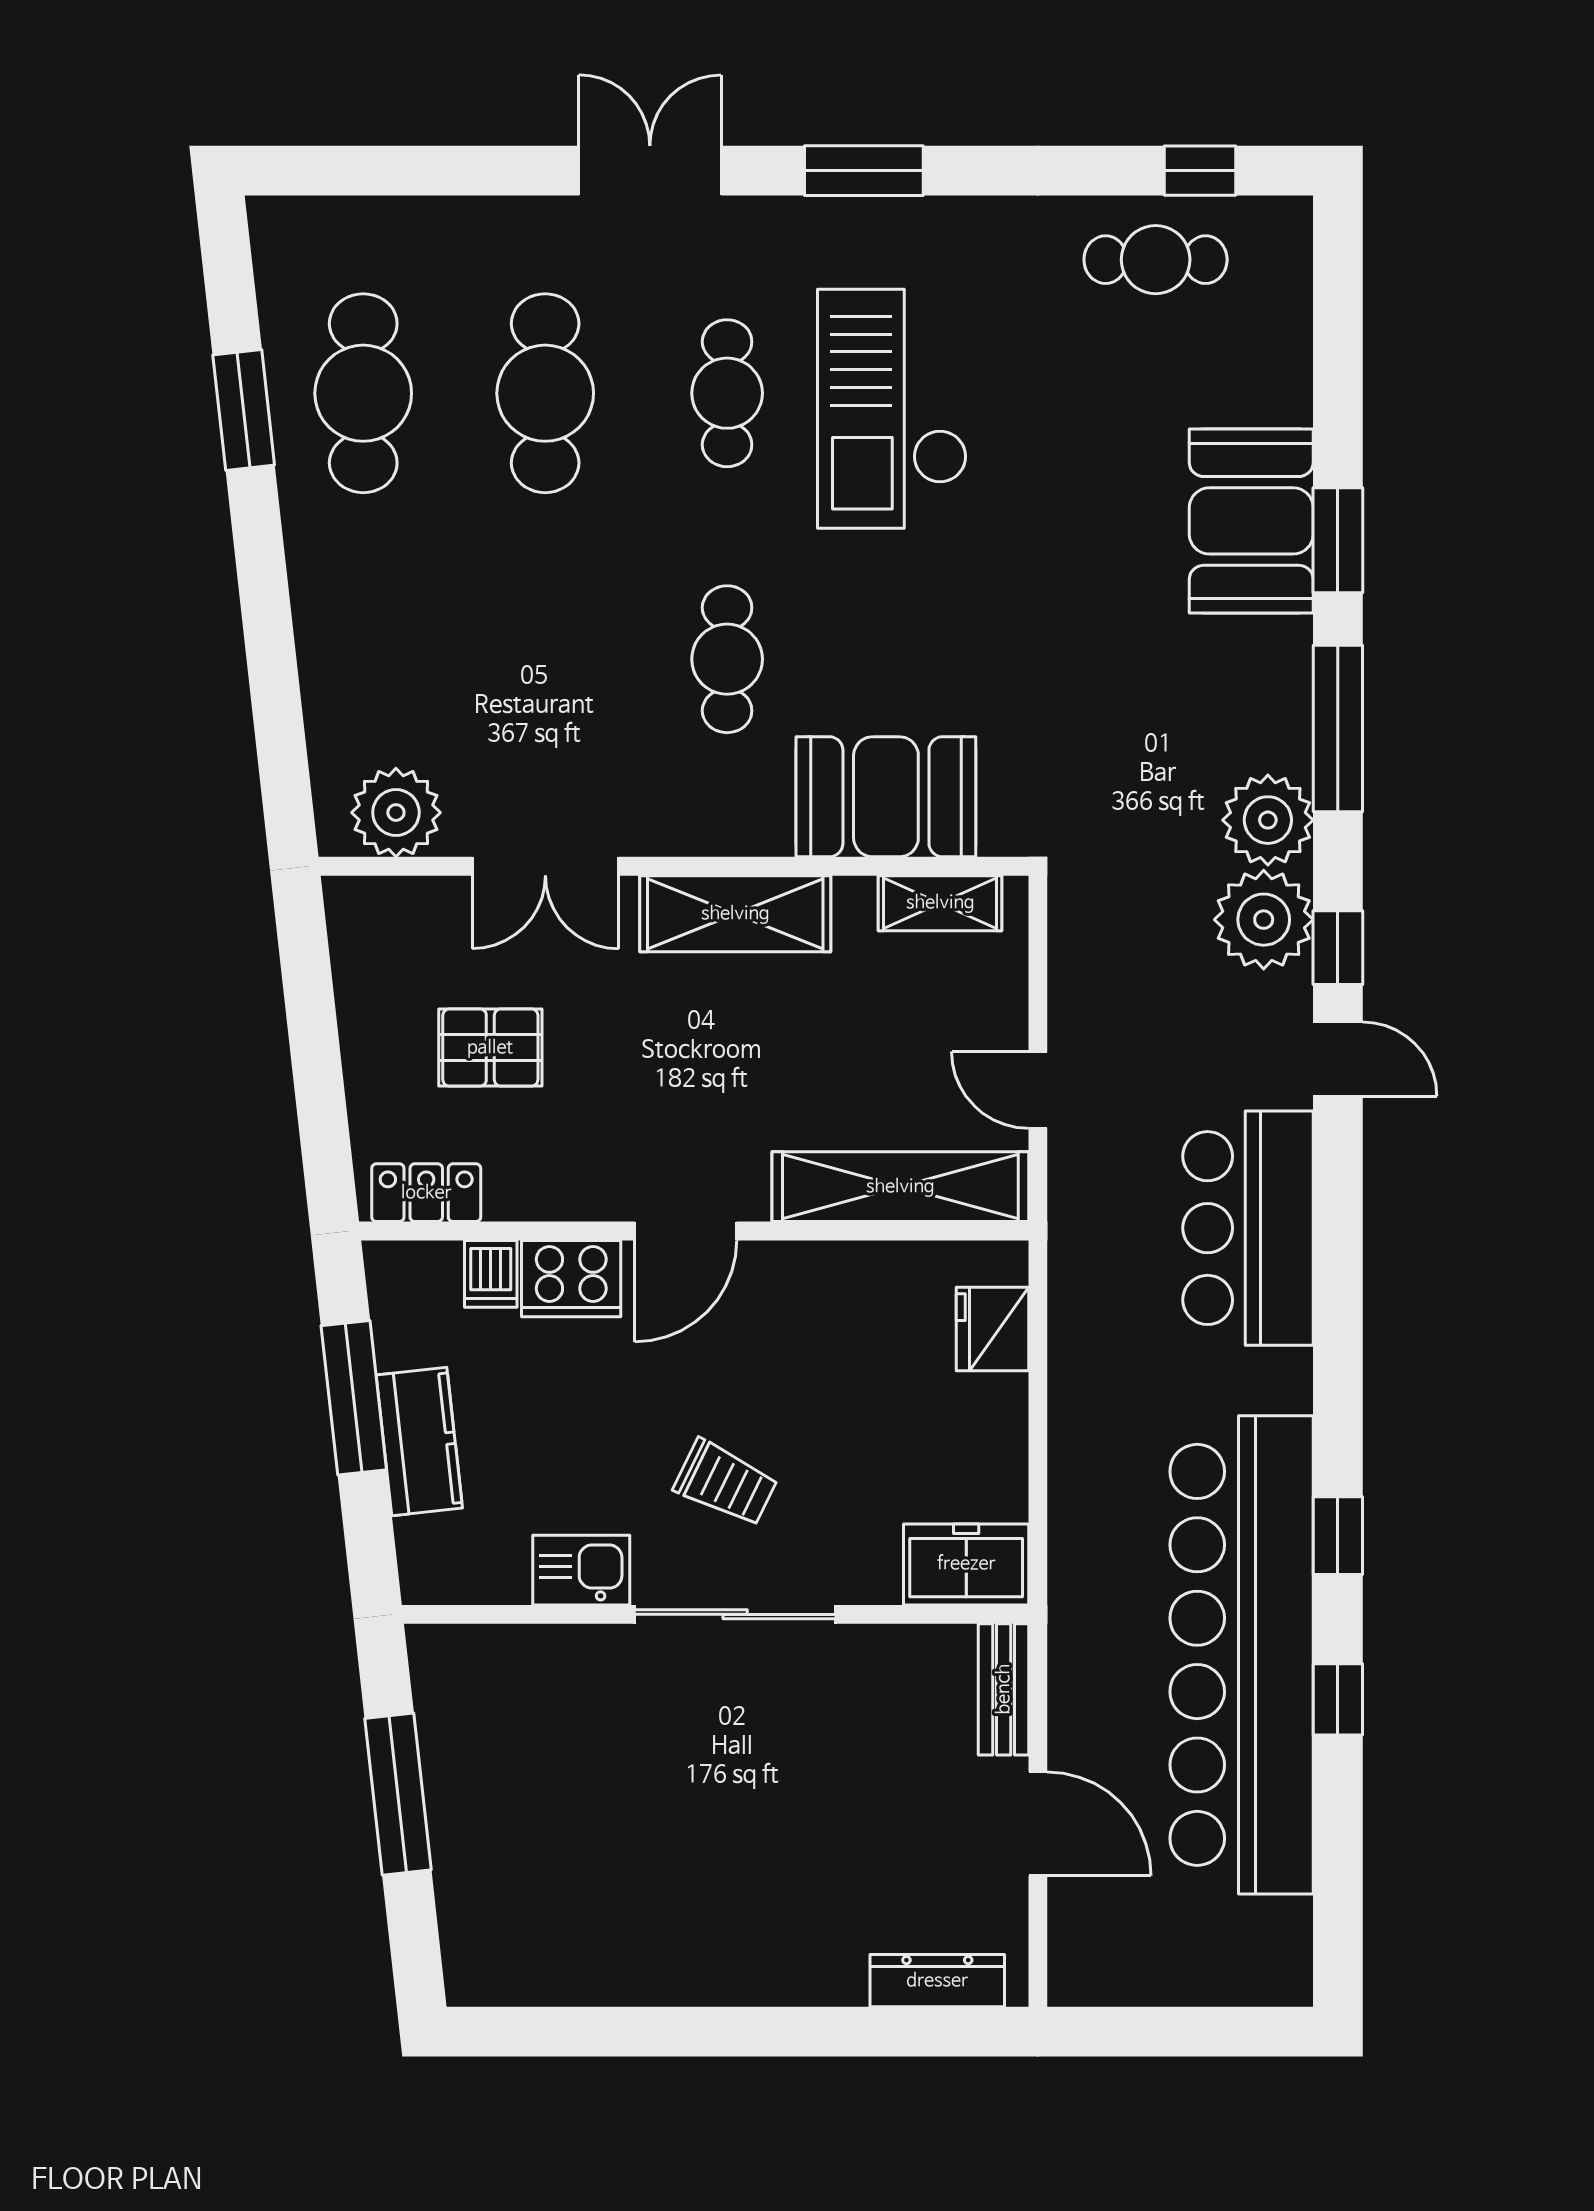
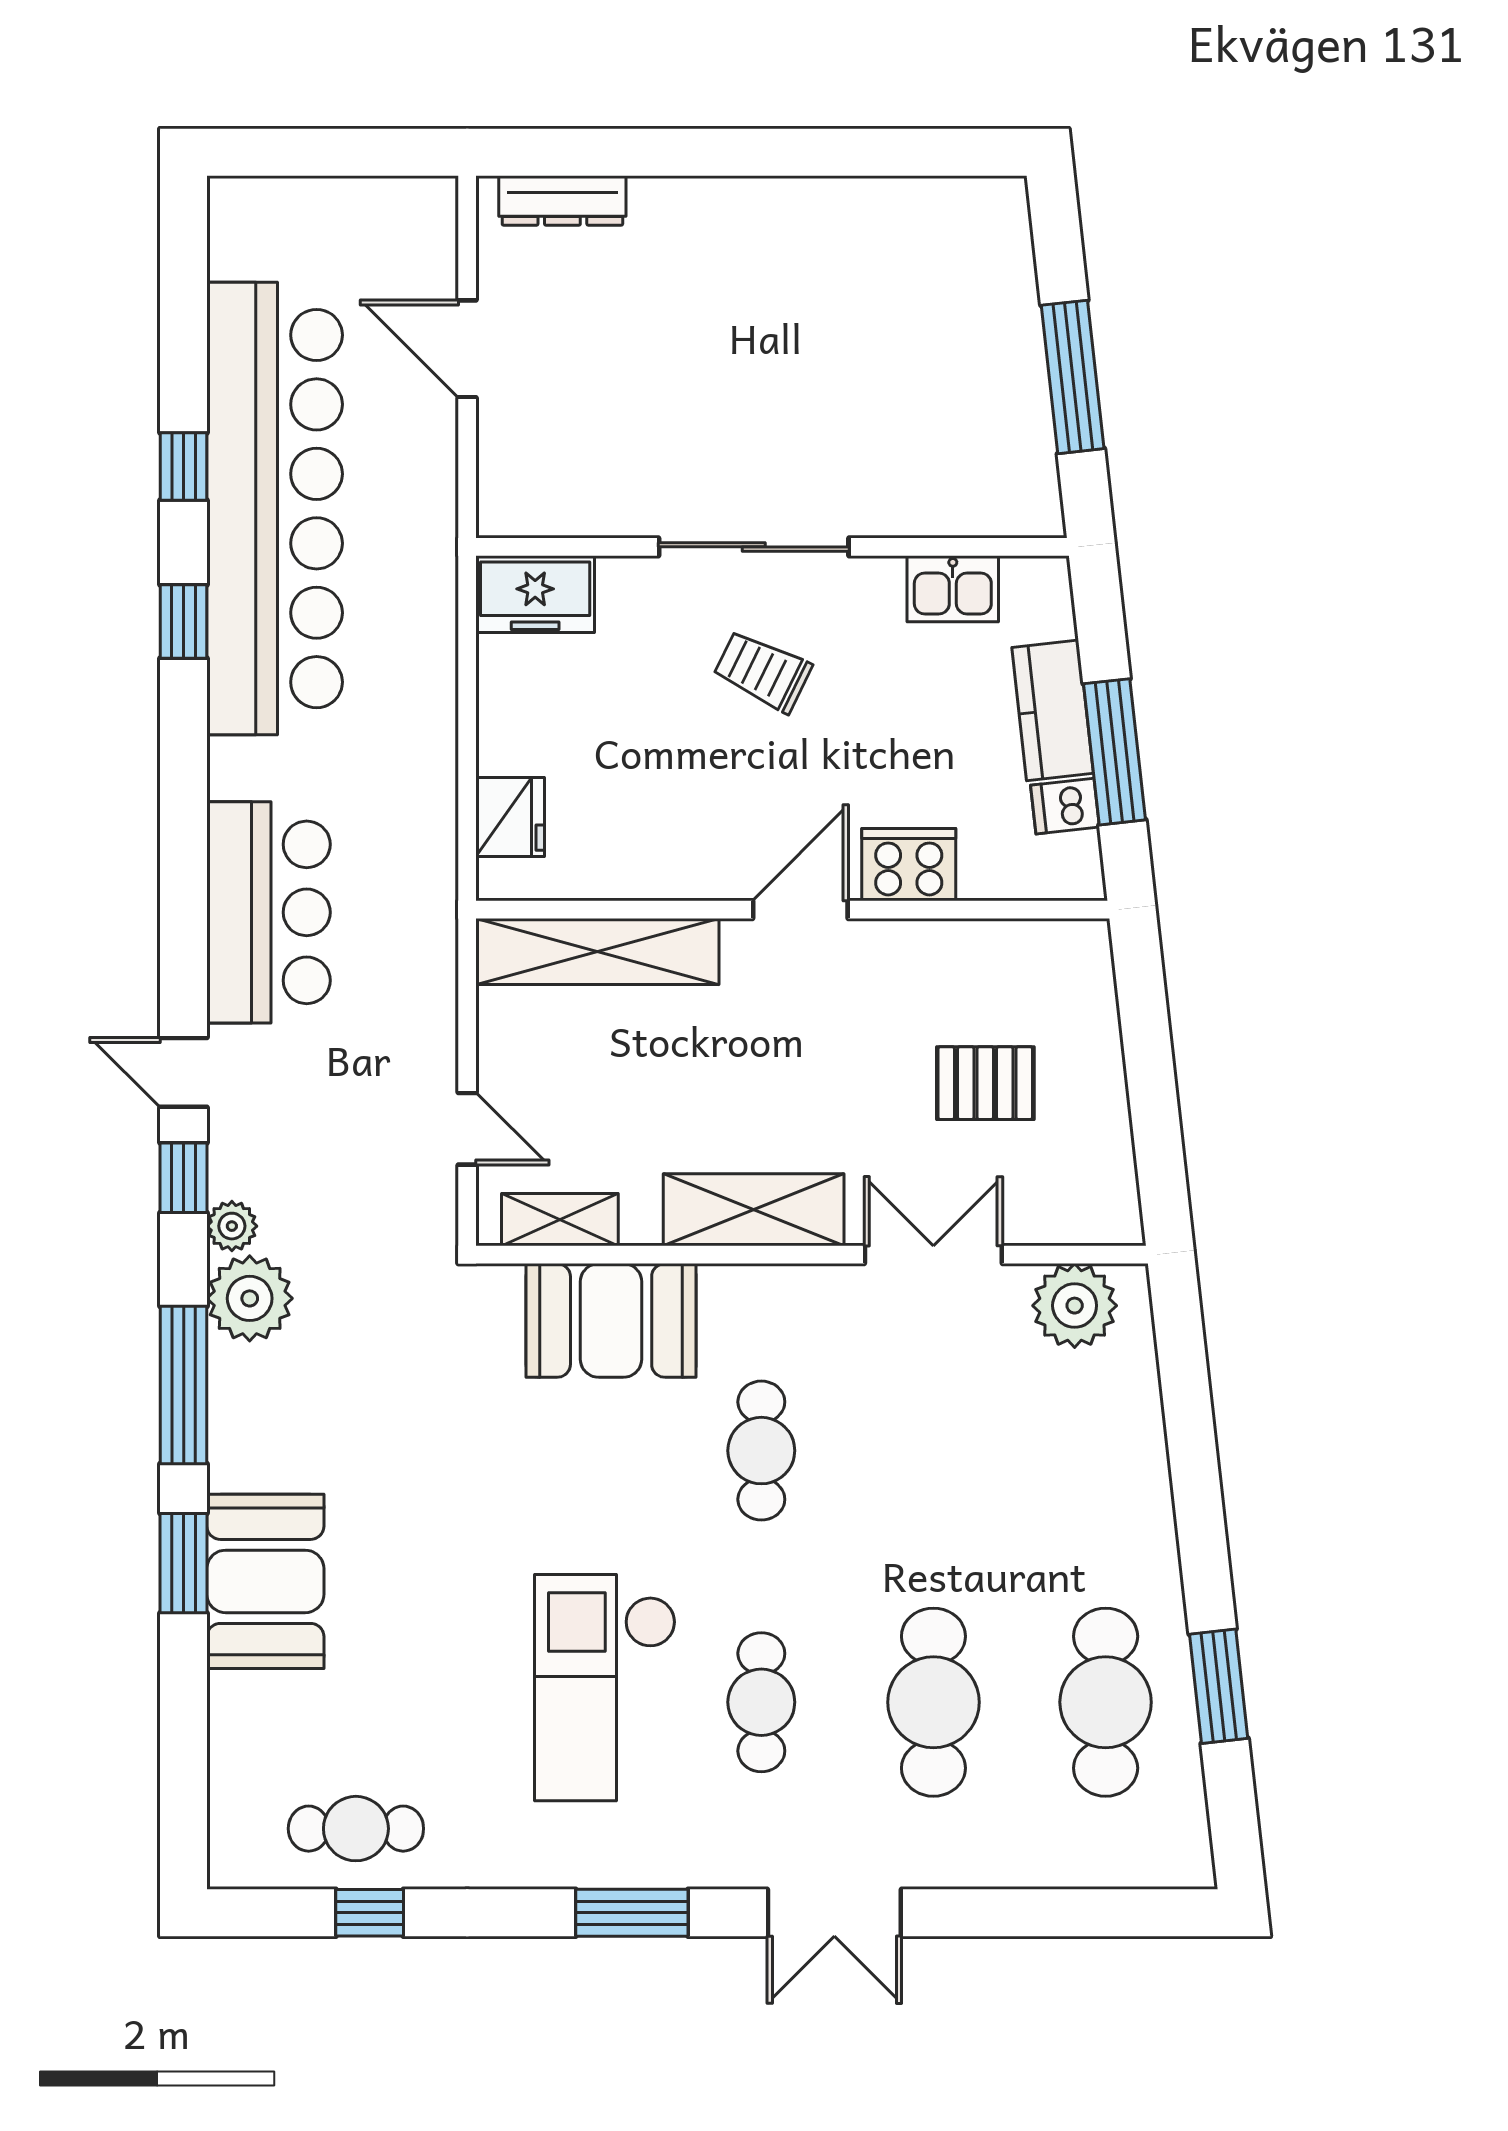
window: (1200, 171) -> (370, 1913), moved
checkout: (892, 409) -> (605, 1688), turned 180
plant: (1264, 920) -> (232, 1226), width x0.53, depth x0.53
door: (1038, 1090) -> (467, 1129), moved
locker: (426, 1193) -> (1046, 946), removed
dishwasher: (491, 1274) -> (1065, 806), moved, turned -96
kitchen sink: (581, 1570) -> (953, 589), moved
bench: (1004, 1689) -> (500, 476), removed

